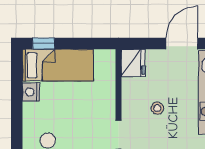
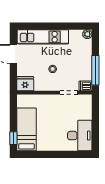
nightstand: (31, 92) -> (43, 146), removed

